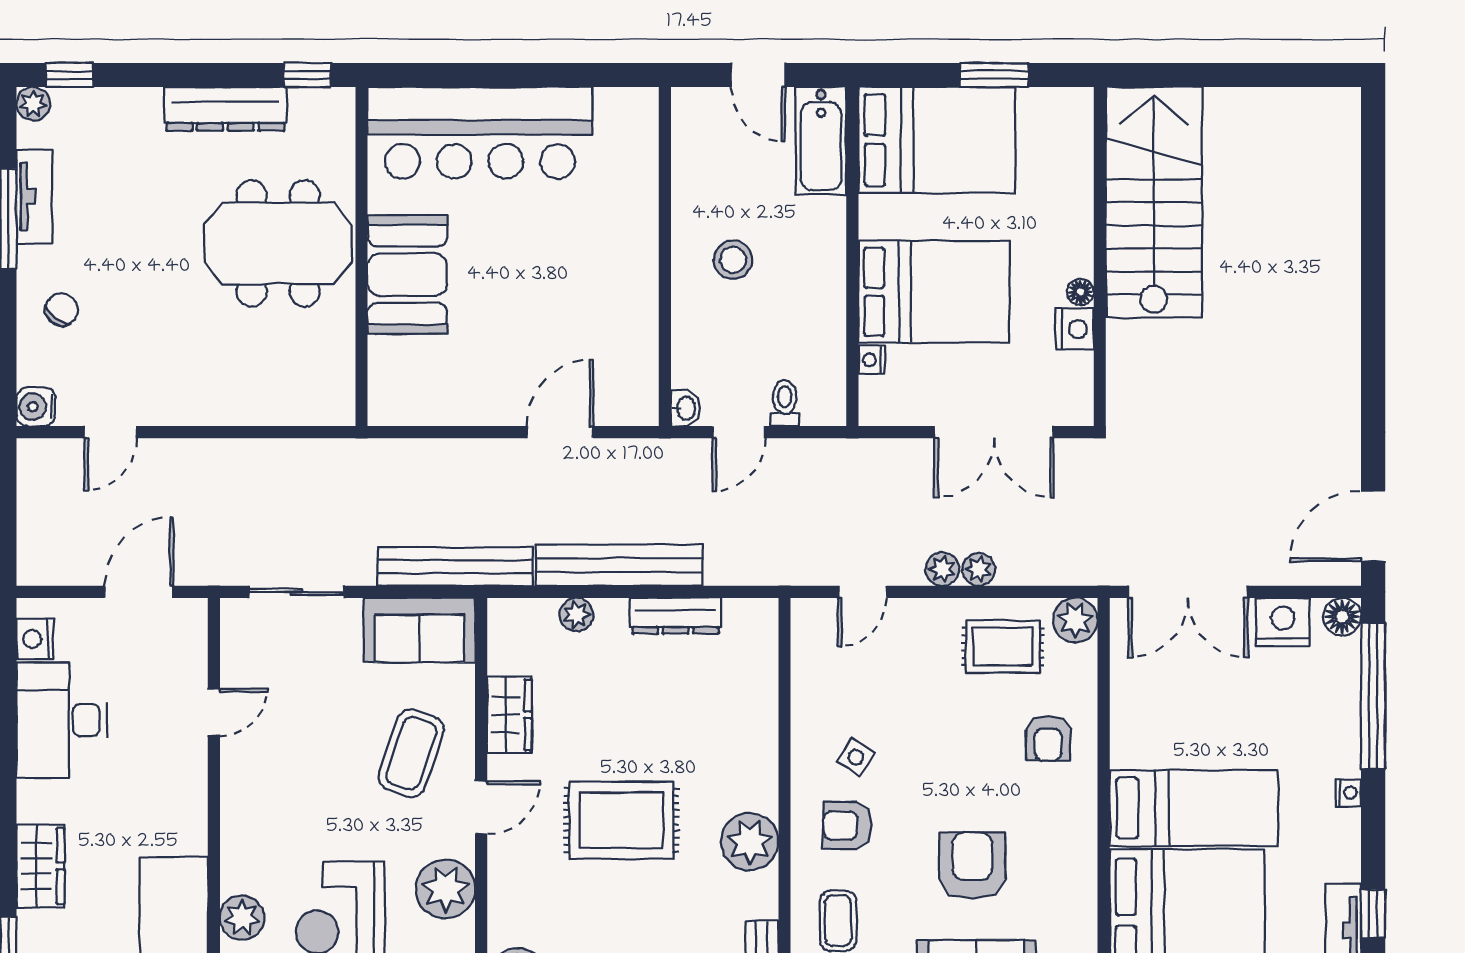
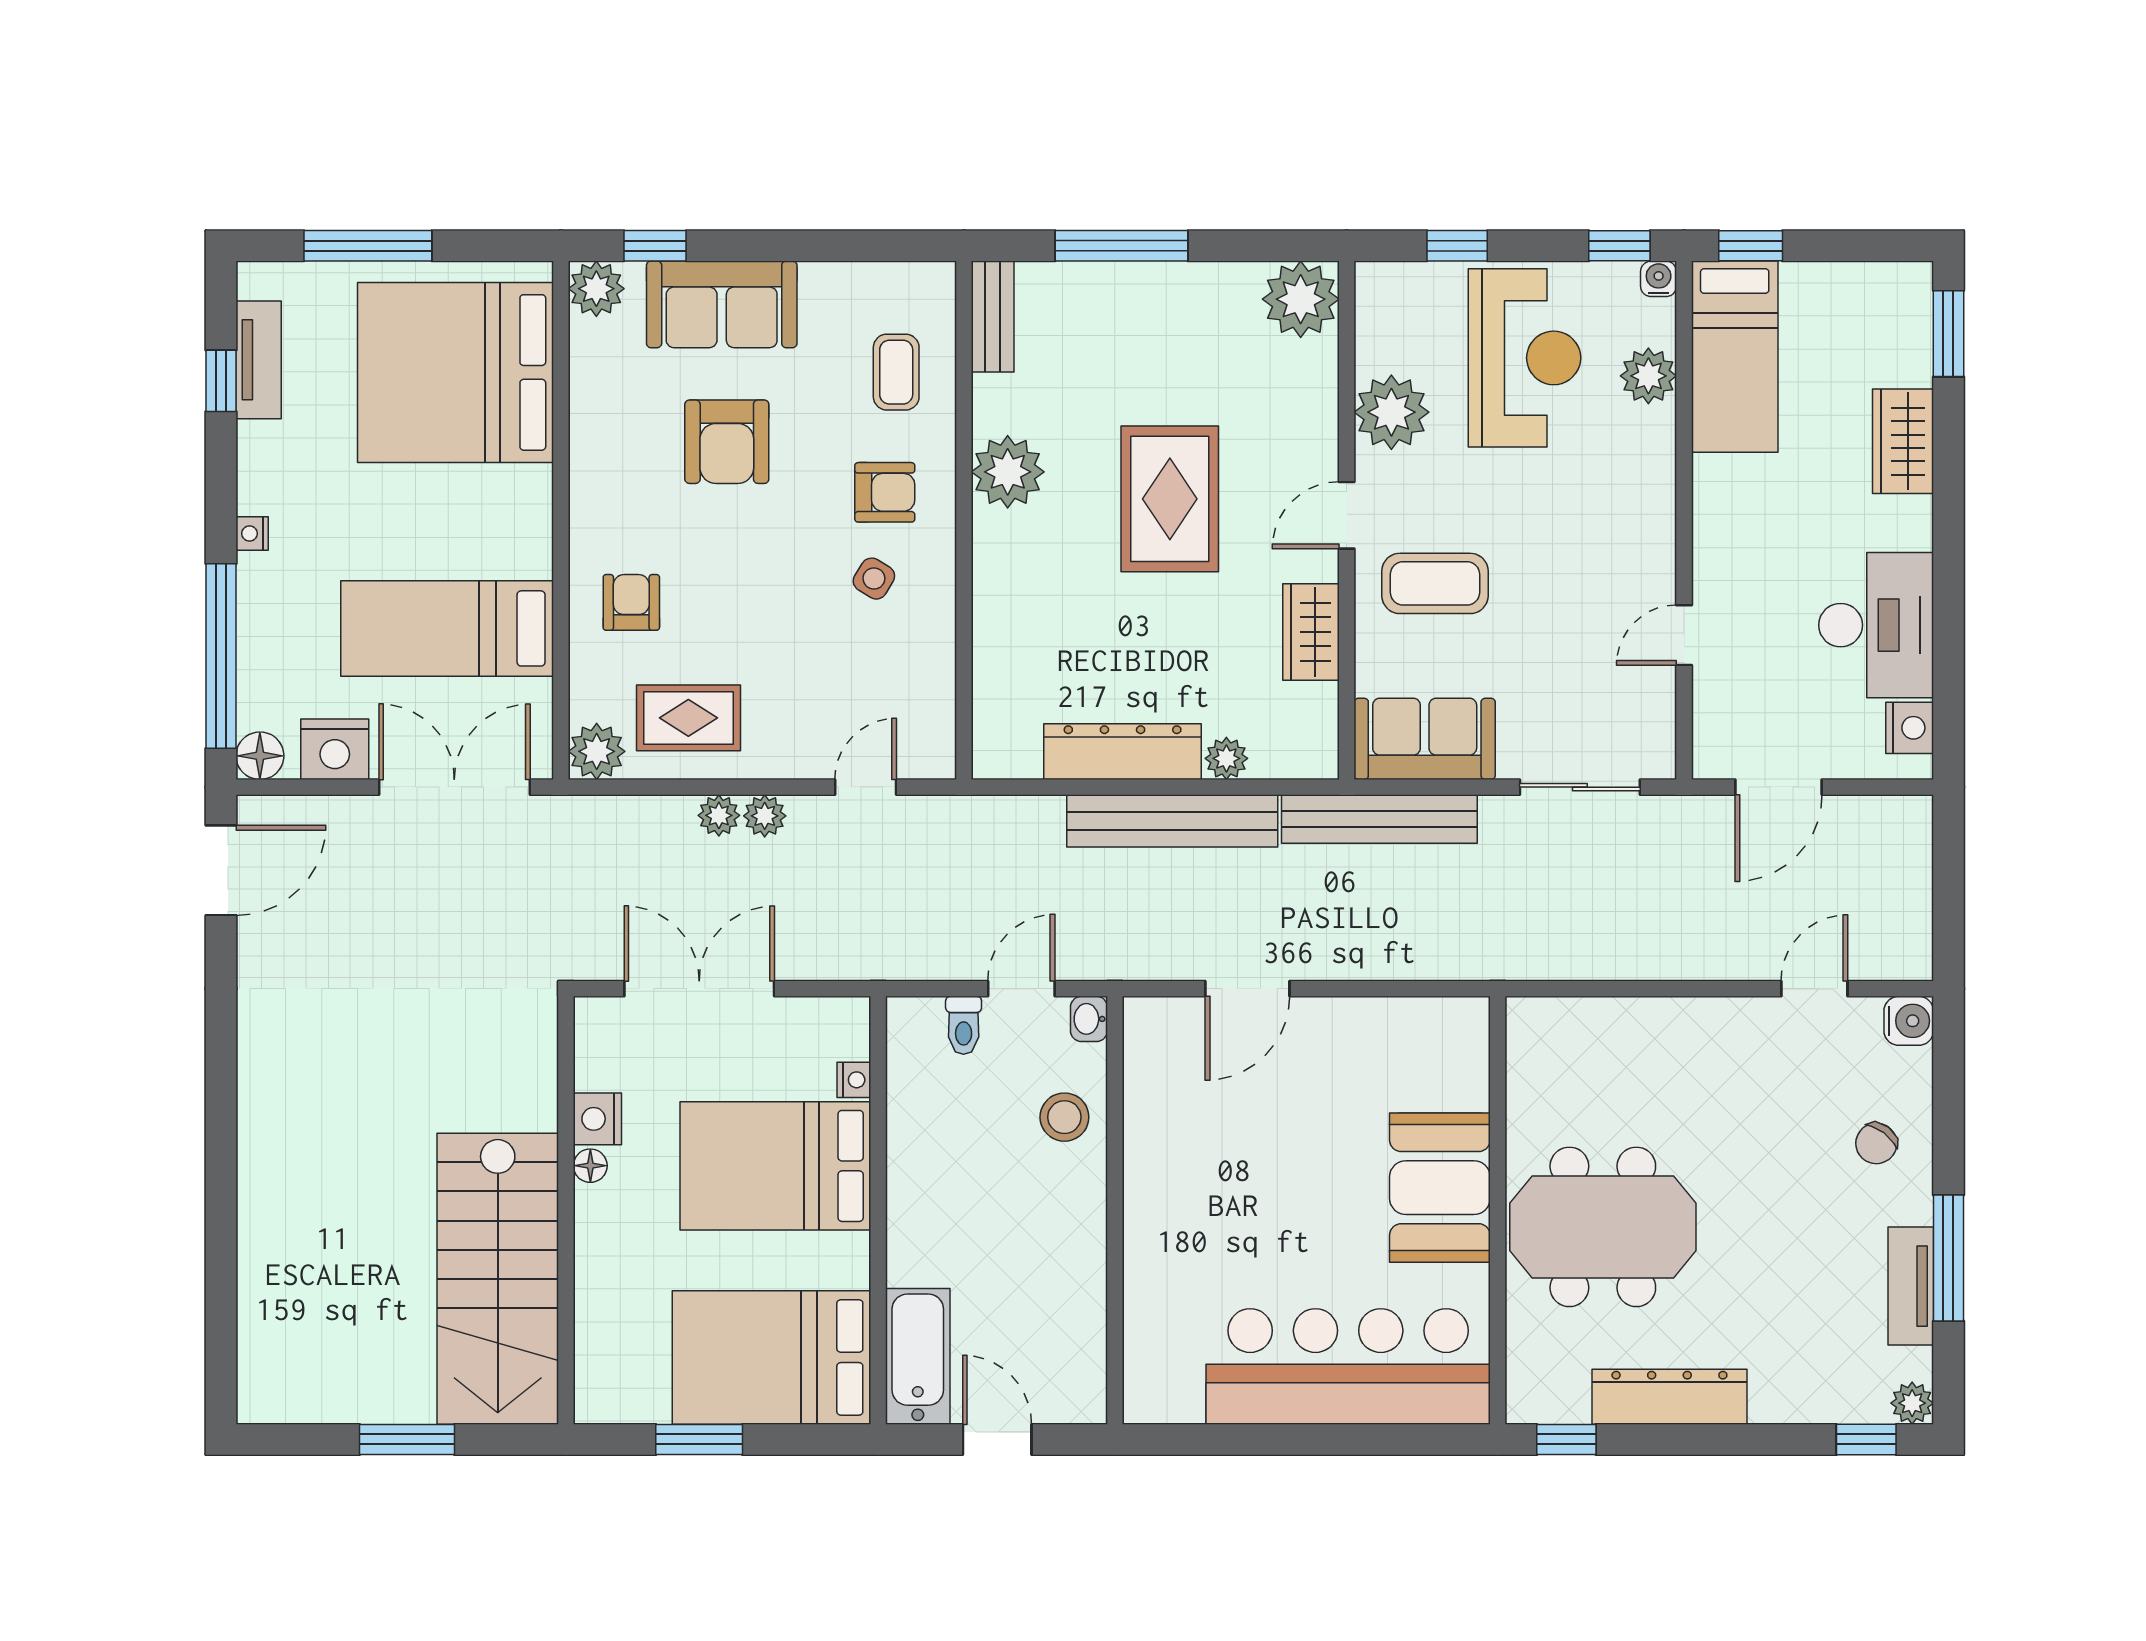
window: (1226, 75) -> (407, 1439), added
stool: (733, 260) -> (1064, 1117), moved
dresser: (675, 616) -> (1123, 752), width x1.37, depth x1.24
coffee table: (411, 753) -> (1435, 583), turned 71
bed: (1194, 808) -> (447, 628), moved
rug: (621, 820) -> (1170, 499), turned 90

